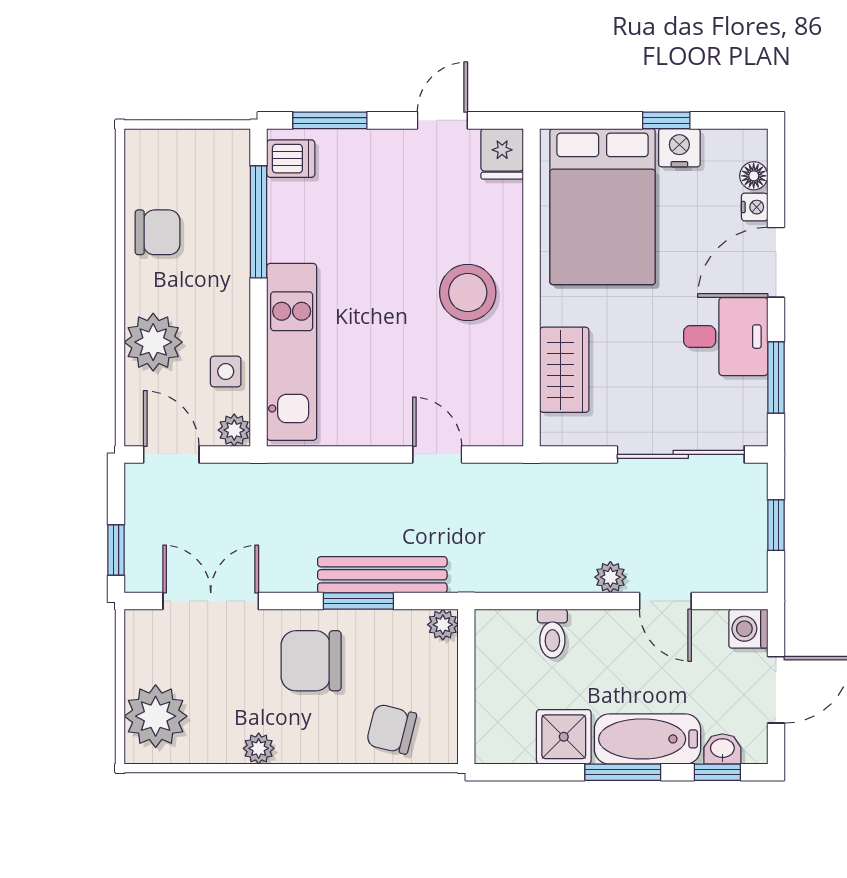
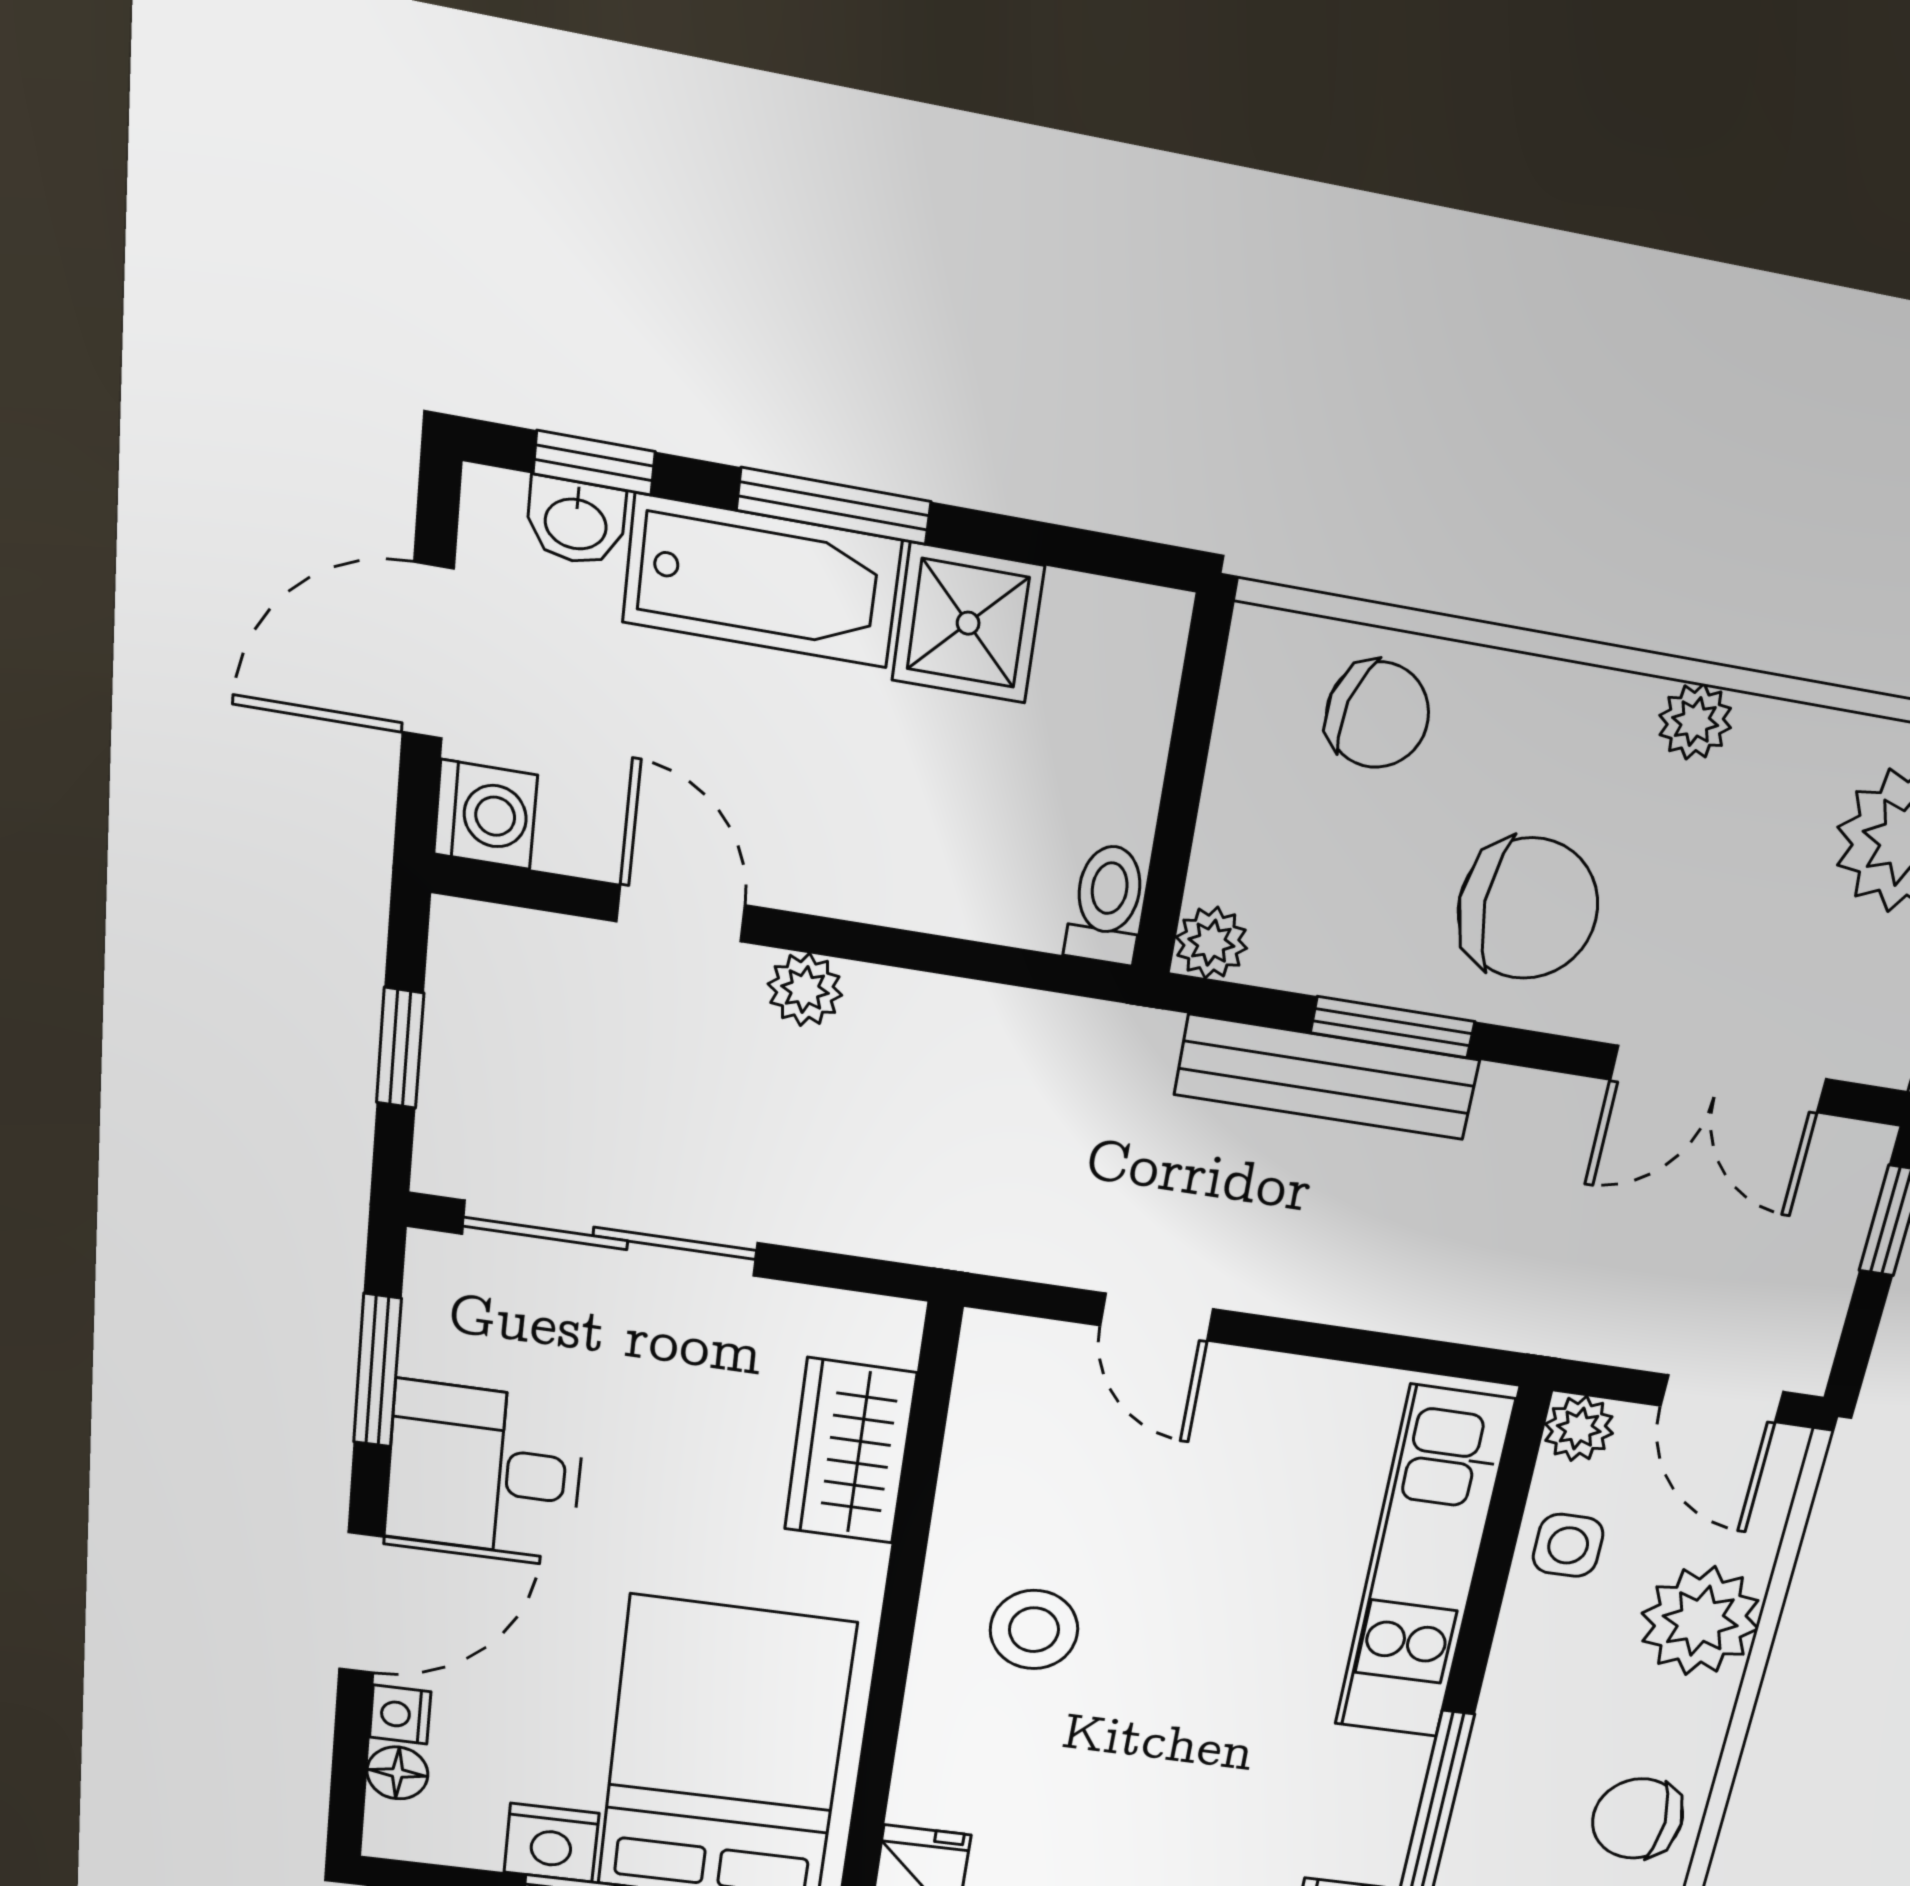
stool: (468, 293) -> (1034, 1630), width x0.73, depth x0.73
toilet: (552, 634) -> (1107, 904), moved

